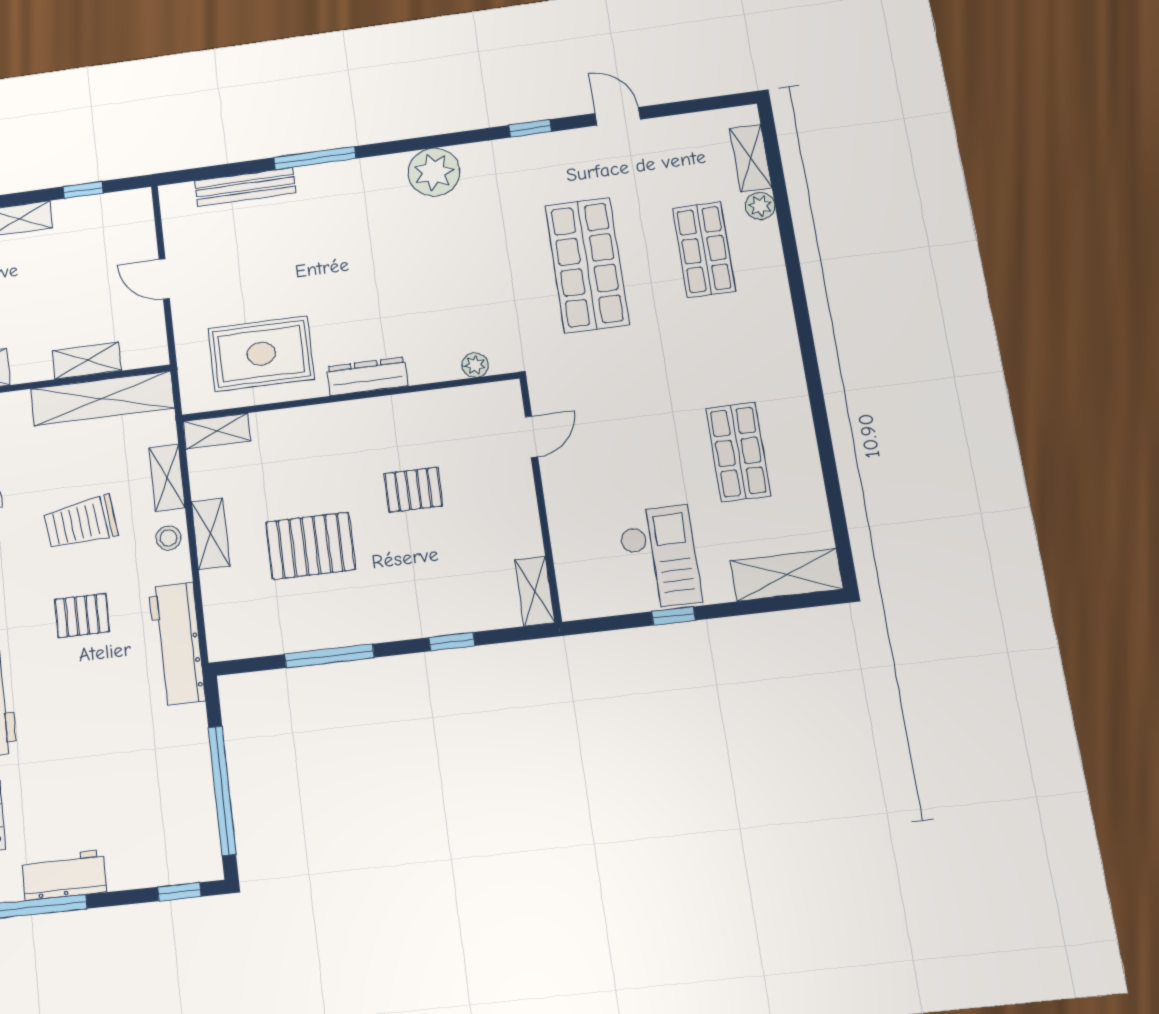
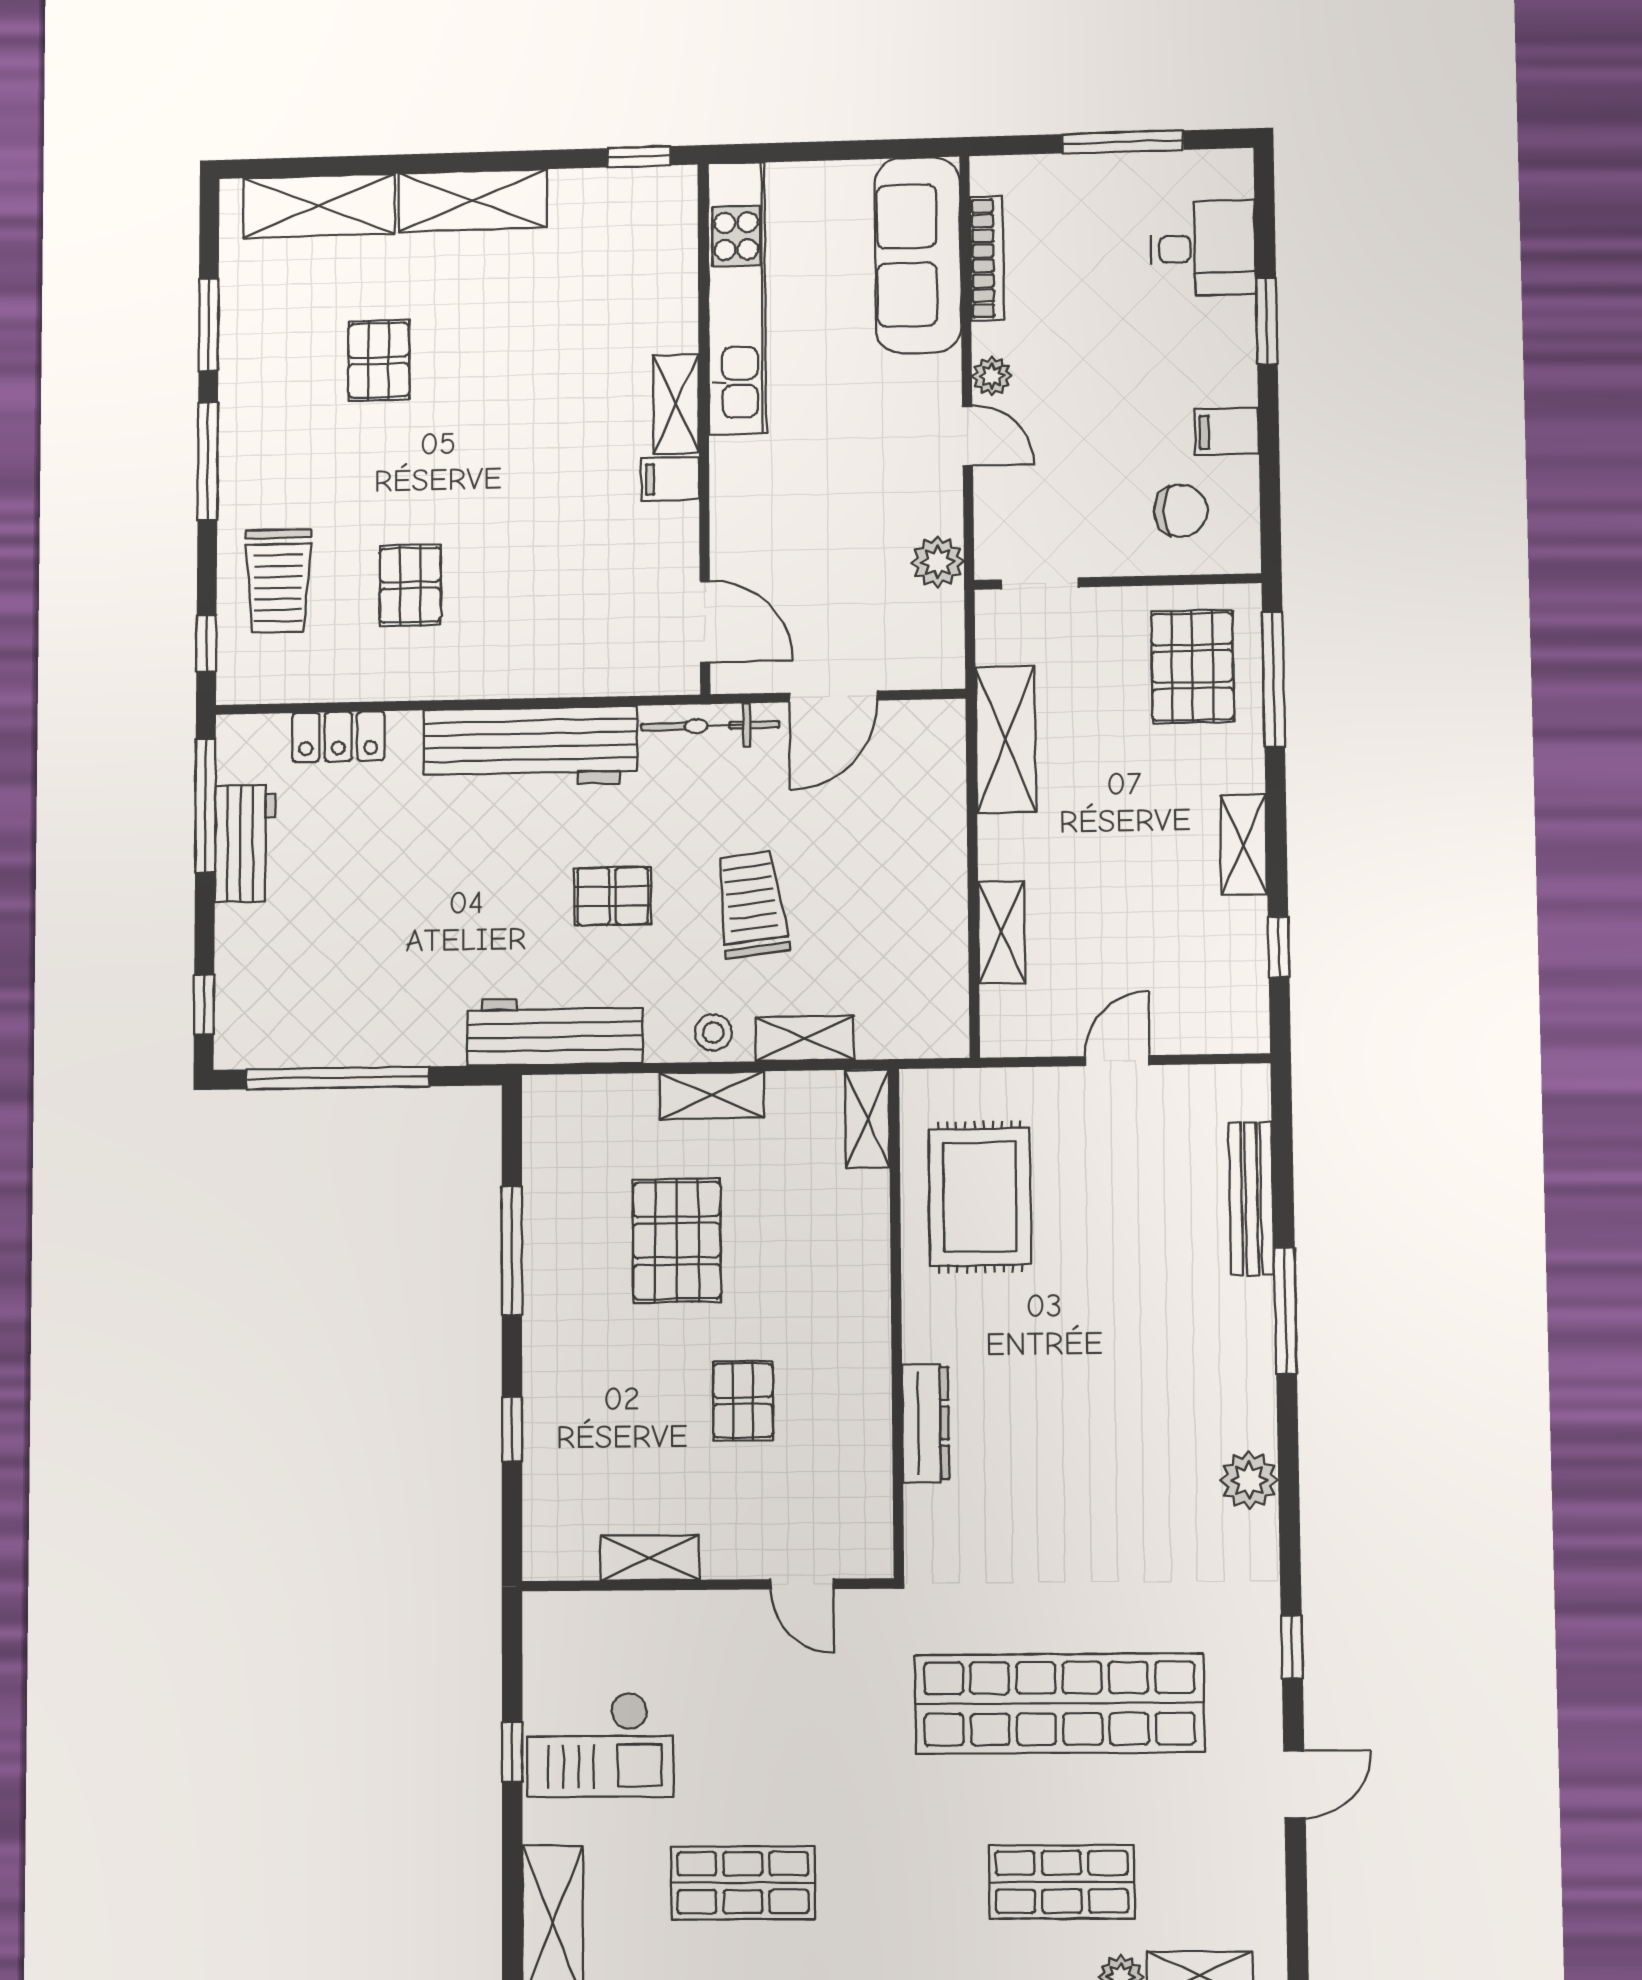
plant: (434, 172) -> (1249, 1480), width x0.73, depth x0.73
shop shelf: (587, 265) -> (1059, 1703), width x1.40
plant: (475, 365) -> (923, 1515), removed
dresser: (367, 376) -> (926, 1423), moved
shelving: (102, 398) -> (939, 951), removed
shelving: (535, 591) -> (650, 1558), moved
pallet: (82, 616) -> (613, 896), turned 90

